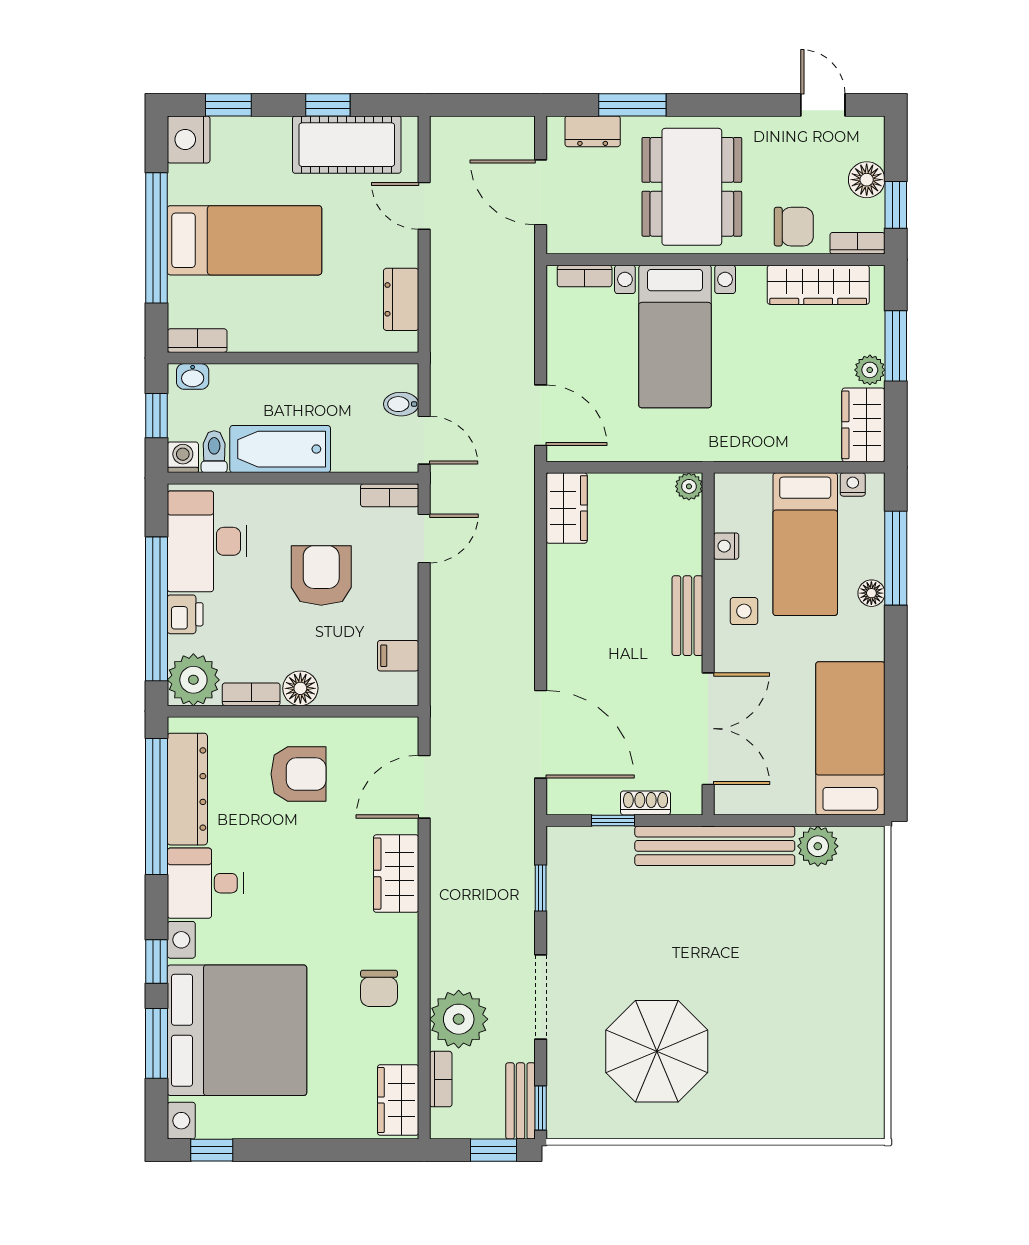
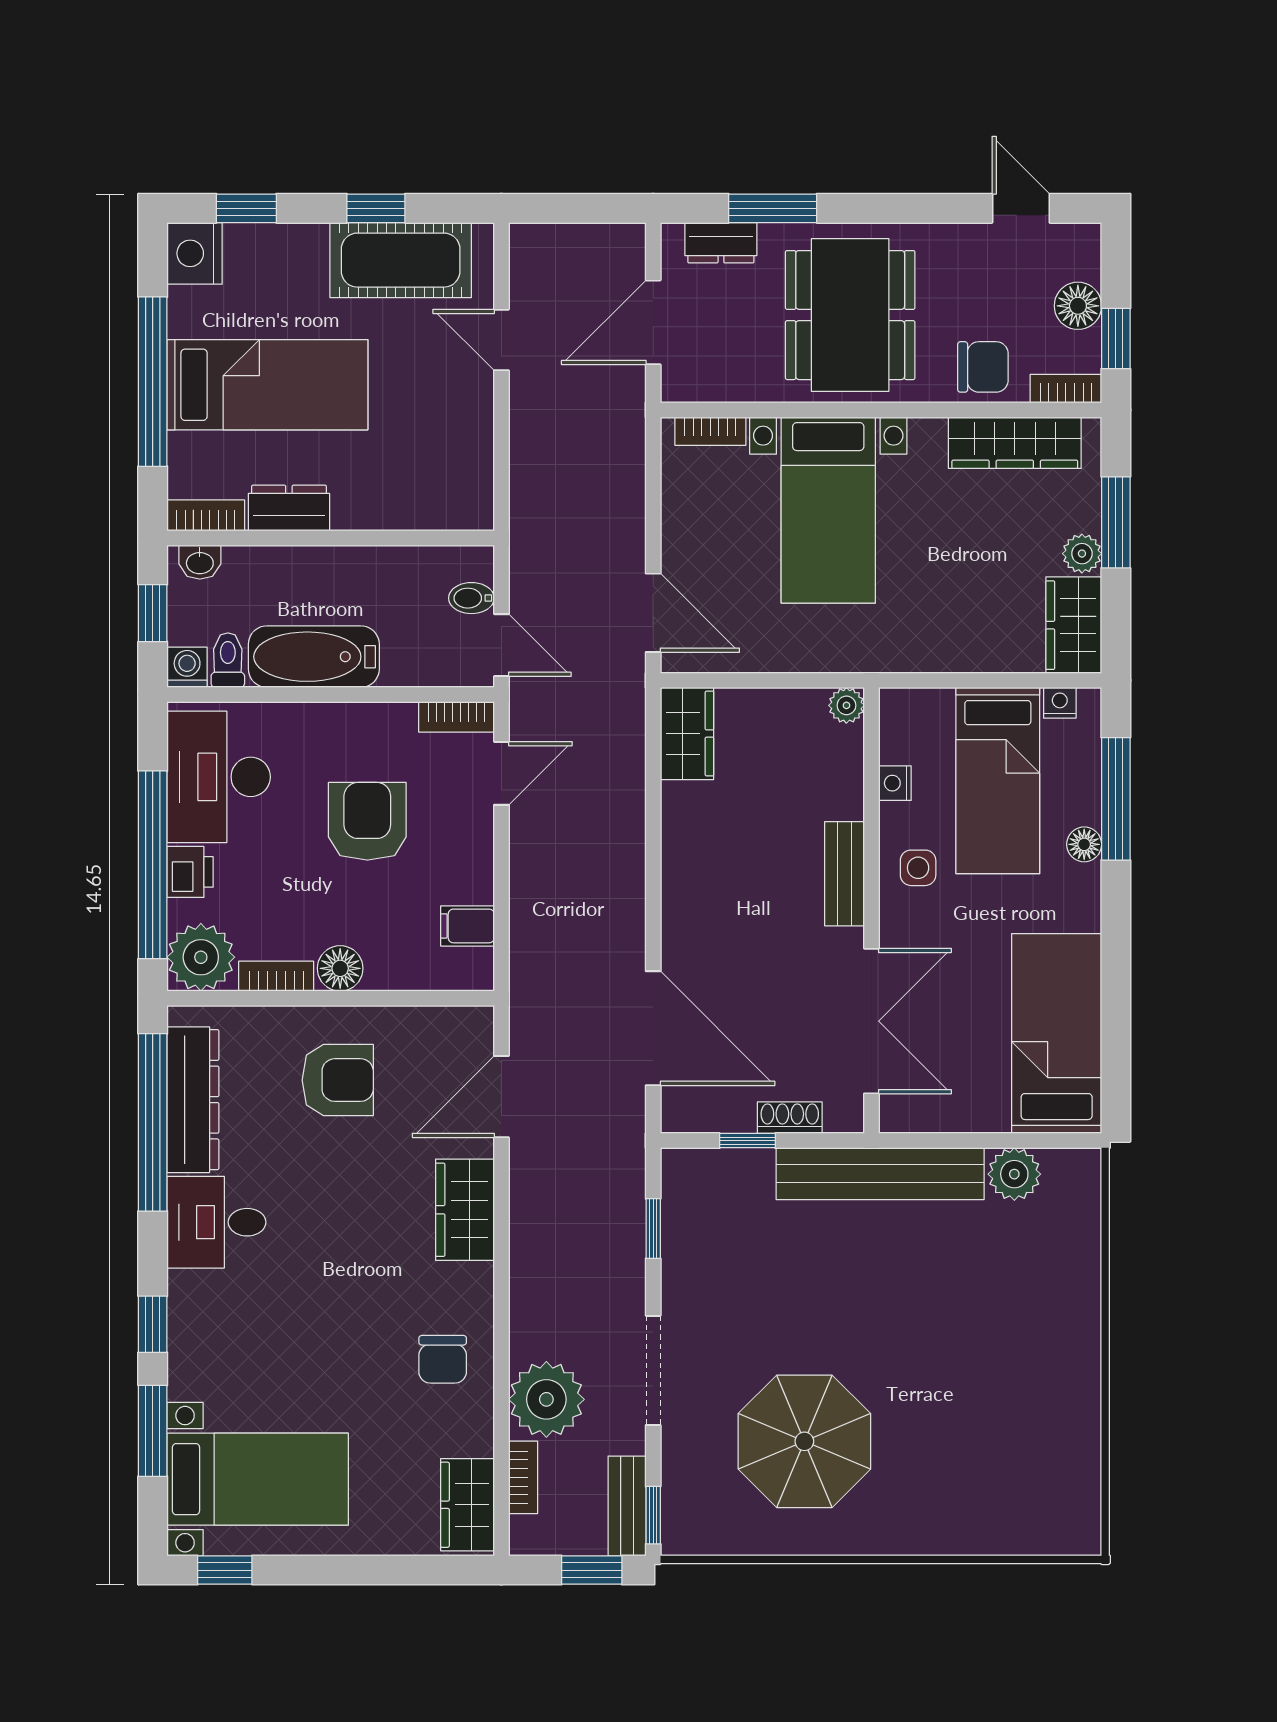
door: (541, 192) -> (653, 322), hinge flipped
dresser: (401, 299) -> (289, 508), moved, turned 90
bed with nightstands: (237, 1030) -> (258, 1479), width x0.54

